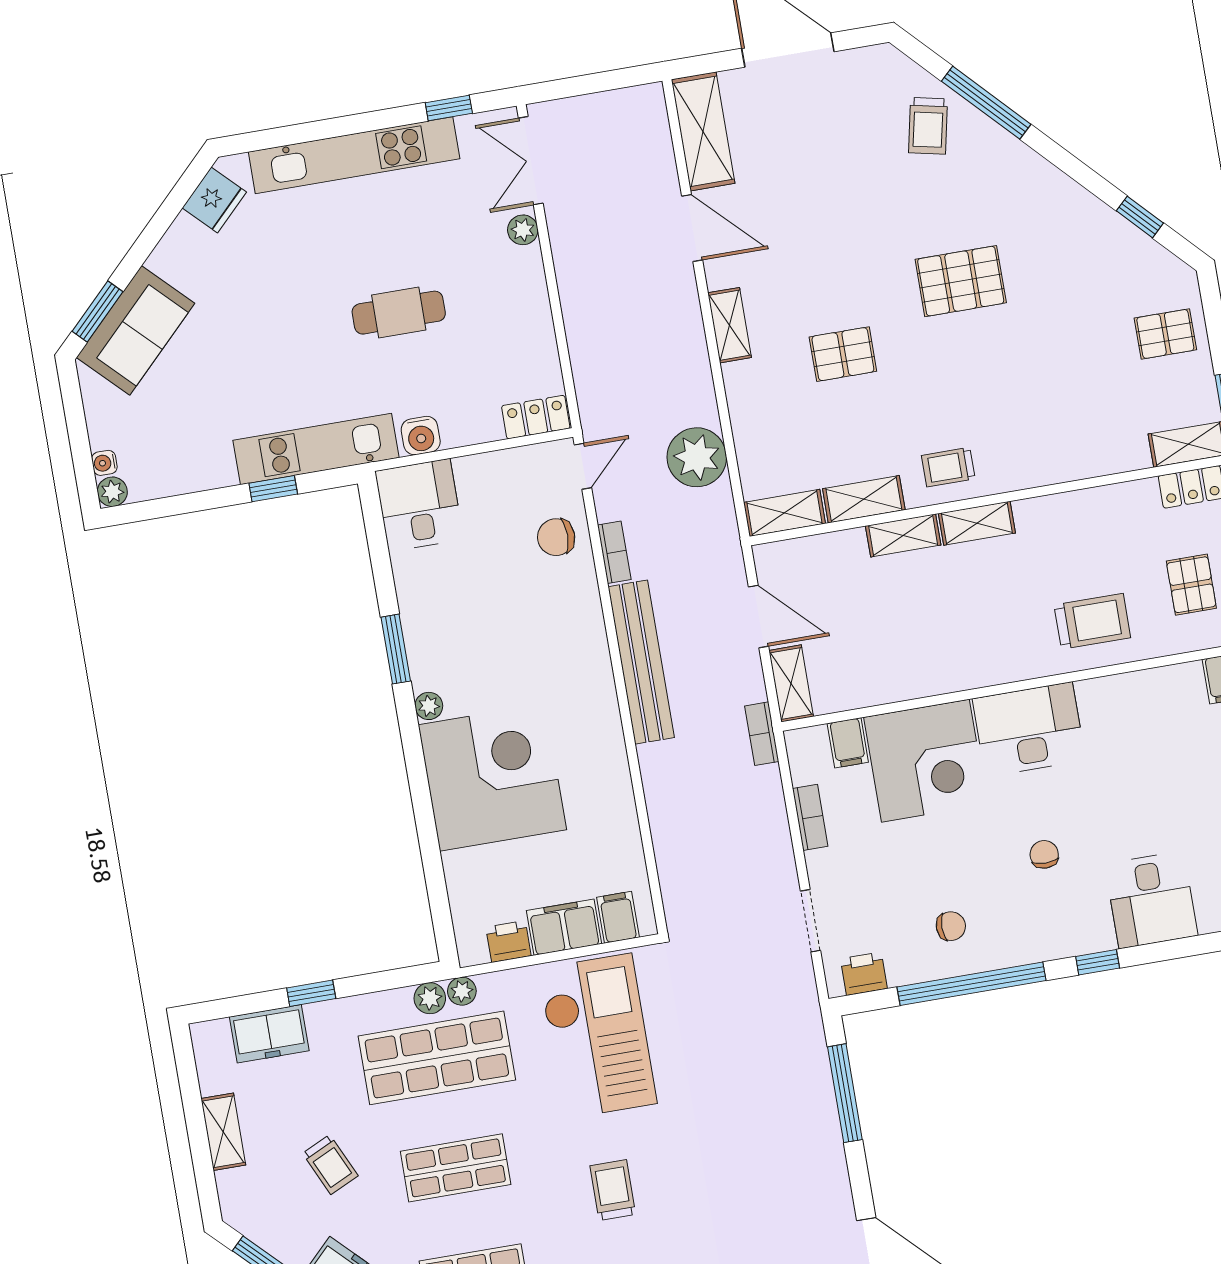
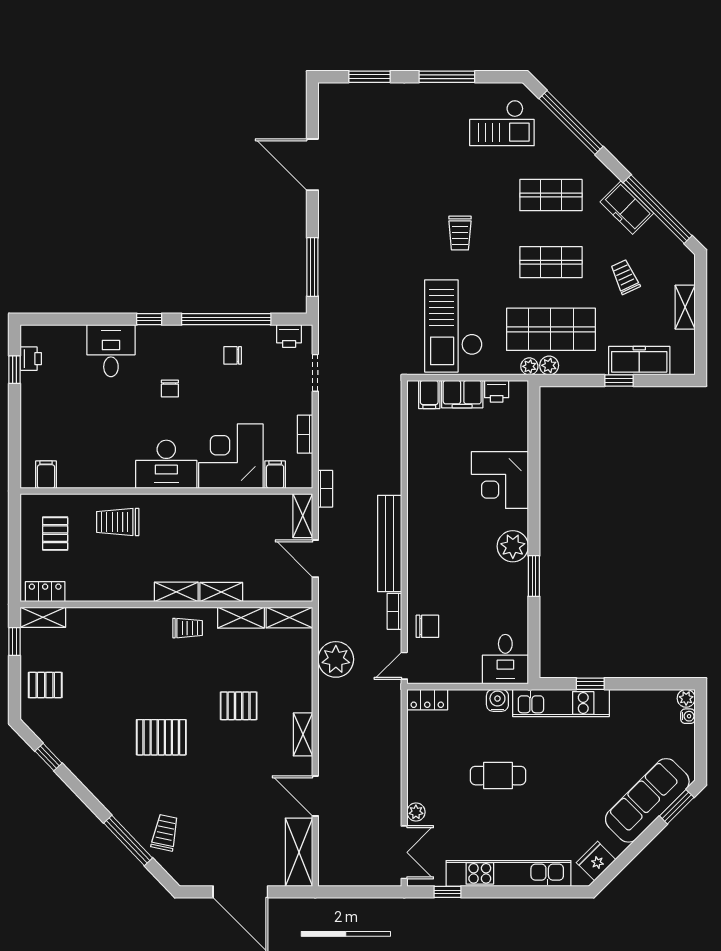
sofa: (135, 330) -> (647, 800), width x1.36
plant: (429, 706) -> (513, 546), width x1.88, depth x1.88
corner desk: (492, 777) -> (500, 480), width x0.74, depth x0.74
freezer: (269, 1034) -> (639, 361), width x1.40

